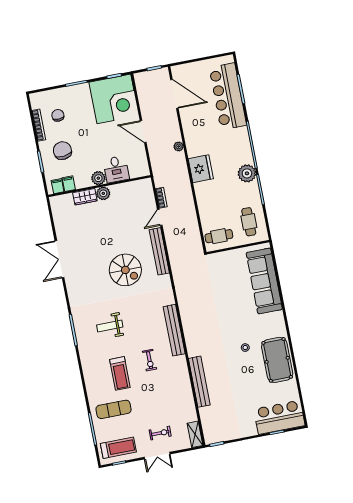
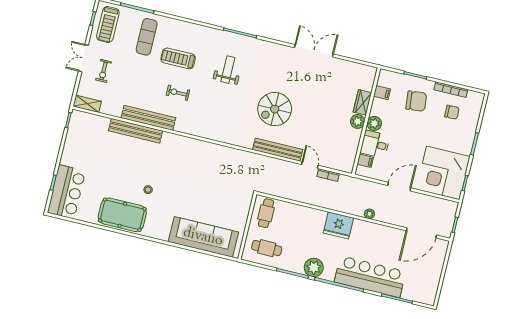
bar counter: (228, 96) -> (370, 277), moved
filing cabinet: (58, 186) -> (365, 161), moved
bench: (174, 330) -> (148, 118), moved

